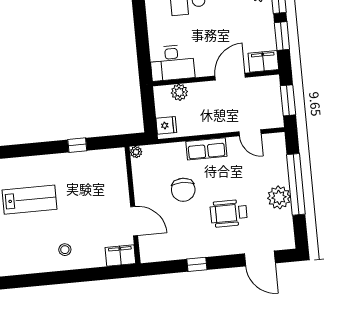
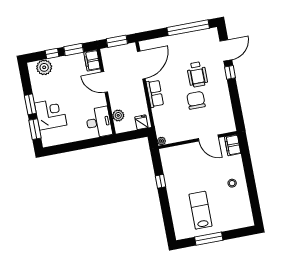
door: (250, 133) -> (141, 65), width x1.87
window: (296, 184) -> (188, 28), moved
chair: (183, 190) -> (196, 100), moved, turned -91
plant: (279, 197) -> (183, 41), removed
door: (134, 221) -> (208, 138), swing flipped
window: (197, 264) -> (230, 72), moved

